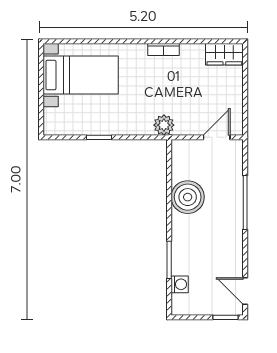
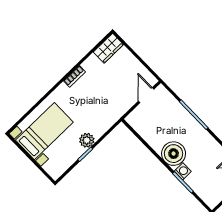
plant: (164, 125) -> (87, 140), moved
boiler: (188, 197) -> (174, 154), moved
washing machine: (180, 284) -> (183, 171), moved

